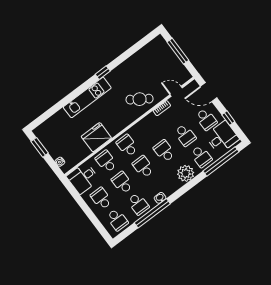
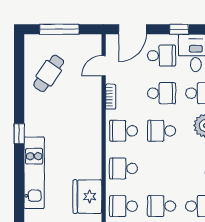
cafe table: (140, 99) -> (49, 73), moved
school desk: (143, 167) -> (123, 131), moved

